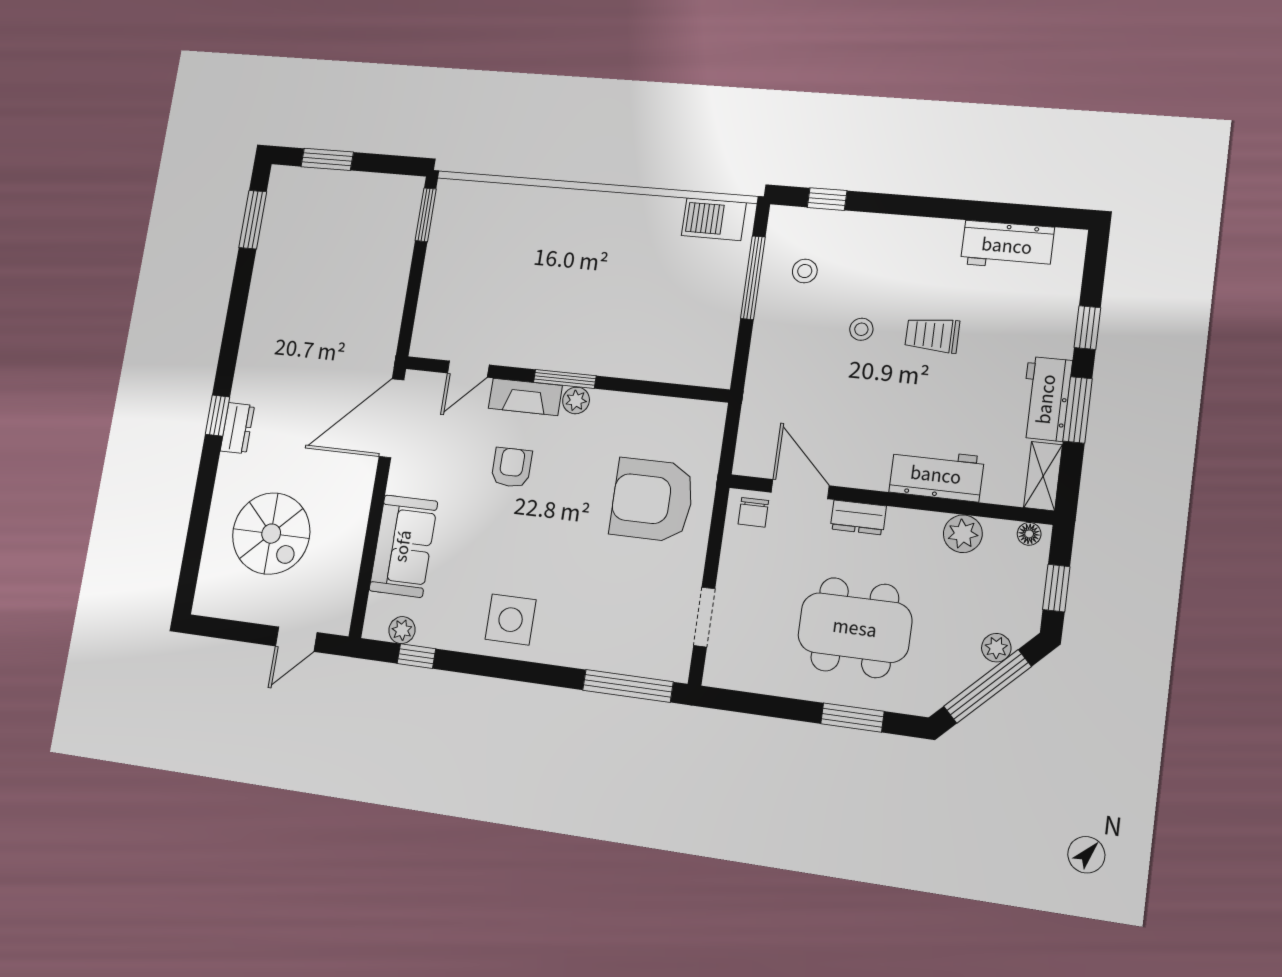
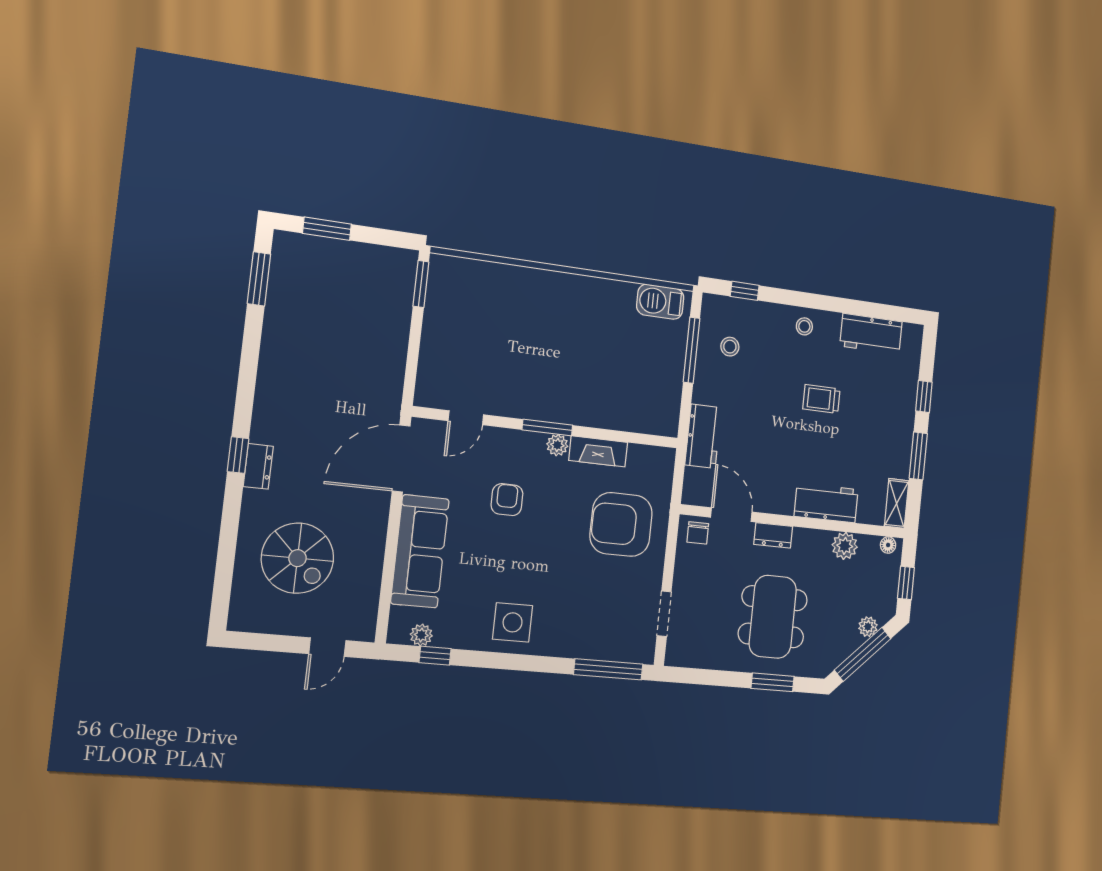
stool: (861, 329) -> (804, 326), moved
fireplace: (525, 397) -> (598, 451), moved
workbench: (1046, 399) -> (703, 436), moved, turned 180
sofa: (403, 546) -> (420, 551), width x1.36
dining table: (855, 628) -> (773, 617), turned 90

